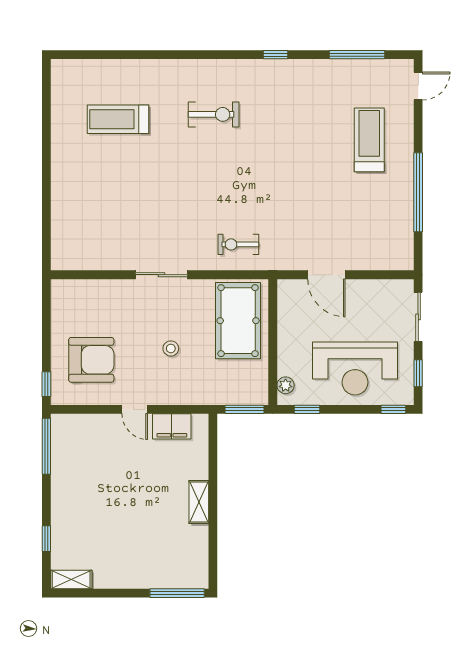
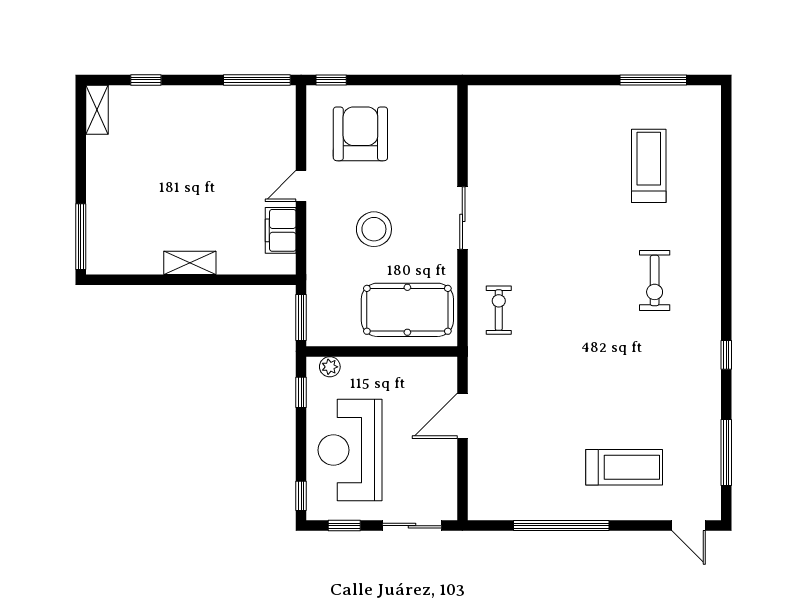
window: (46, 116) -> (653, 80), added
stool: (171, 348) -> (374, 229), width x1.89, depth x1.89
armchair: (91, 360) -> (360, 134), turned 180

